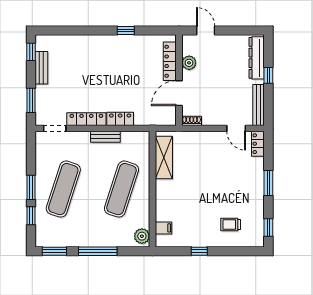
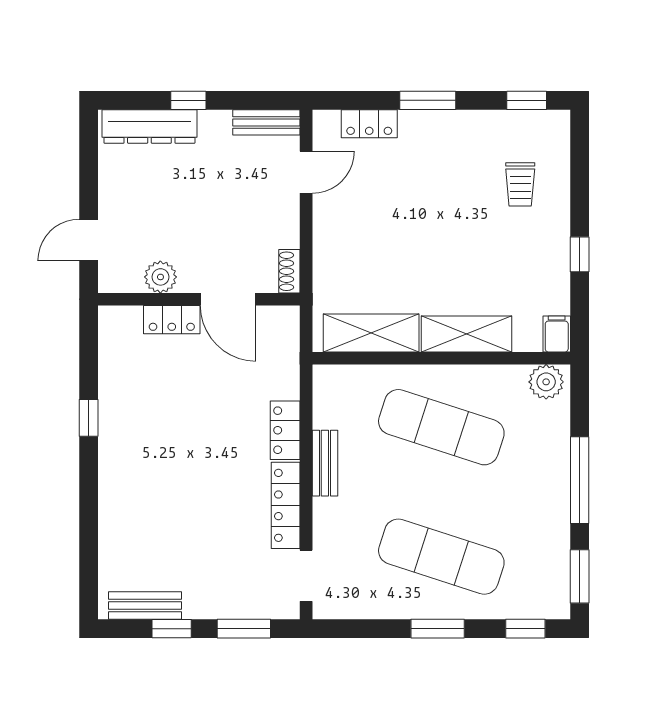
window: (31, 52) -> (172, 629), moved
locker: (170, 61) -> (172, 320), width x0.66
bench: (41, 68) -> (145, 605), moved
bench: (258, 105) -> (266, 122), width x0.73
locker: (258, 144) -> (369, 124), moved
shelving: (163, 200) -> (466, 334), added
window: (31, 216) -> (525, 629), moved
filing cabinet: (163, 228) -> (557, 334), moved

